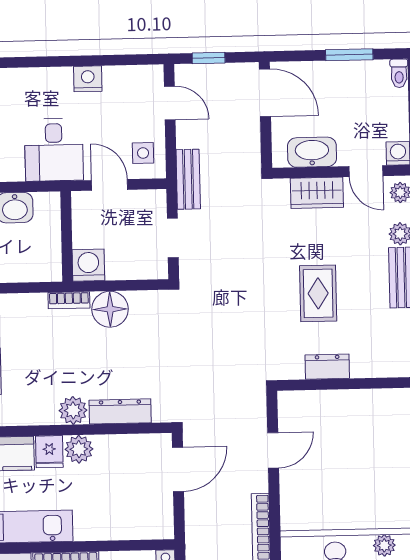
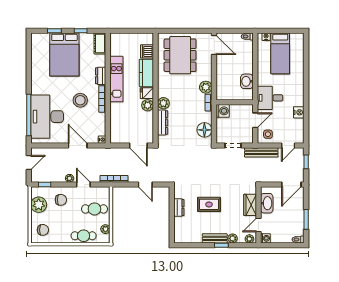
bench: (188, 179) -> (261, 152), width x1.36
plant: (31, 308) -> (206, 87), added
floor lamp: (110, 309) -> (204, 130), moved

